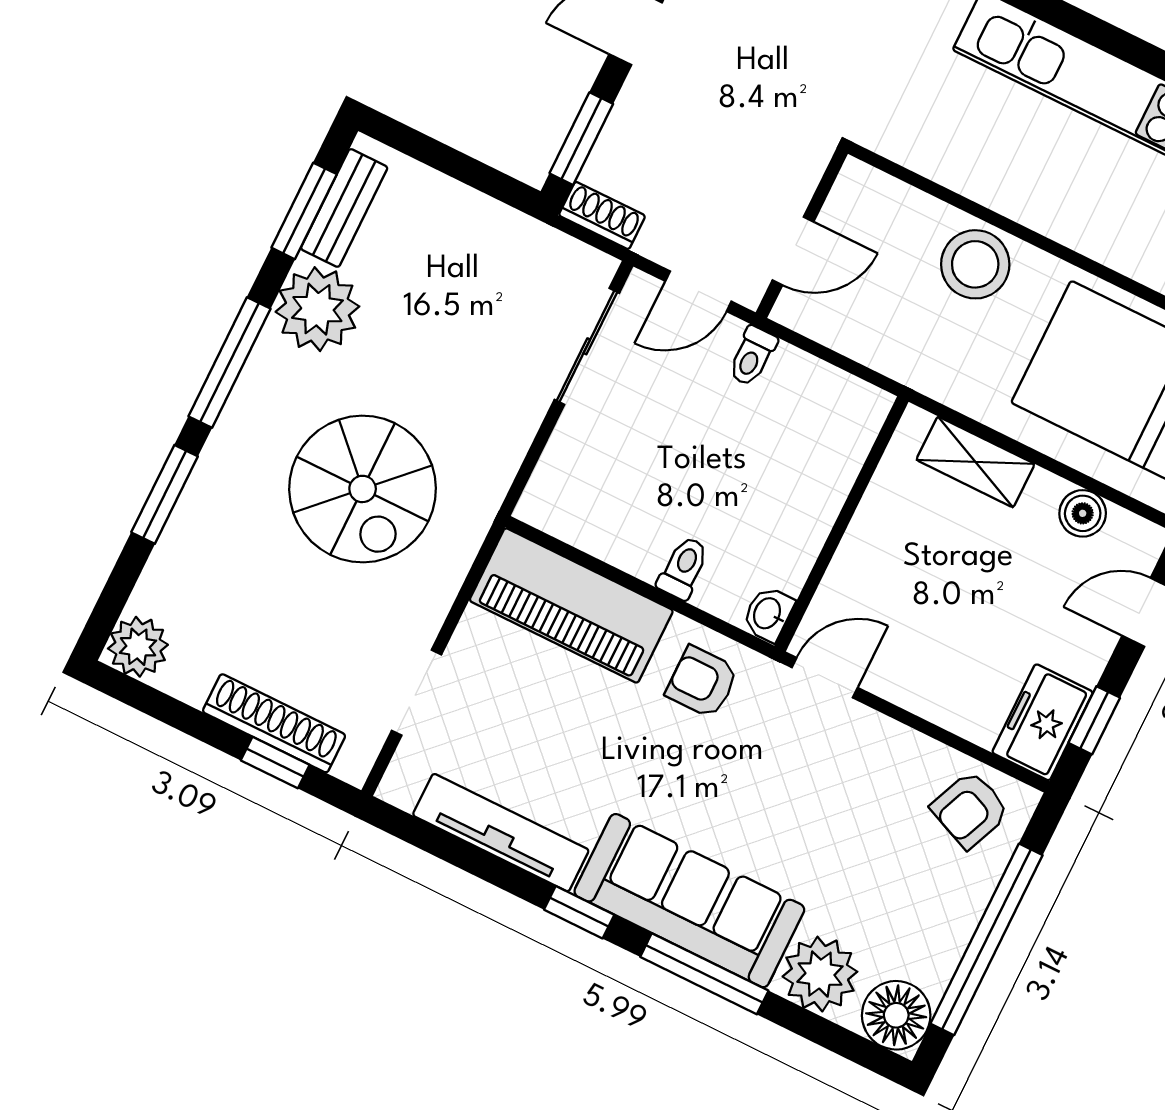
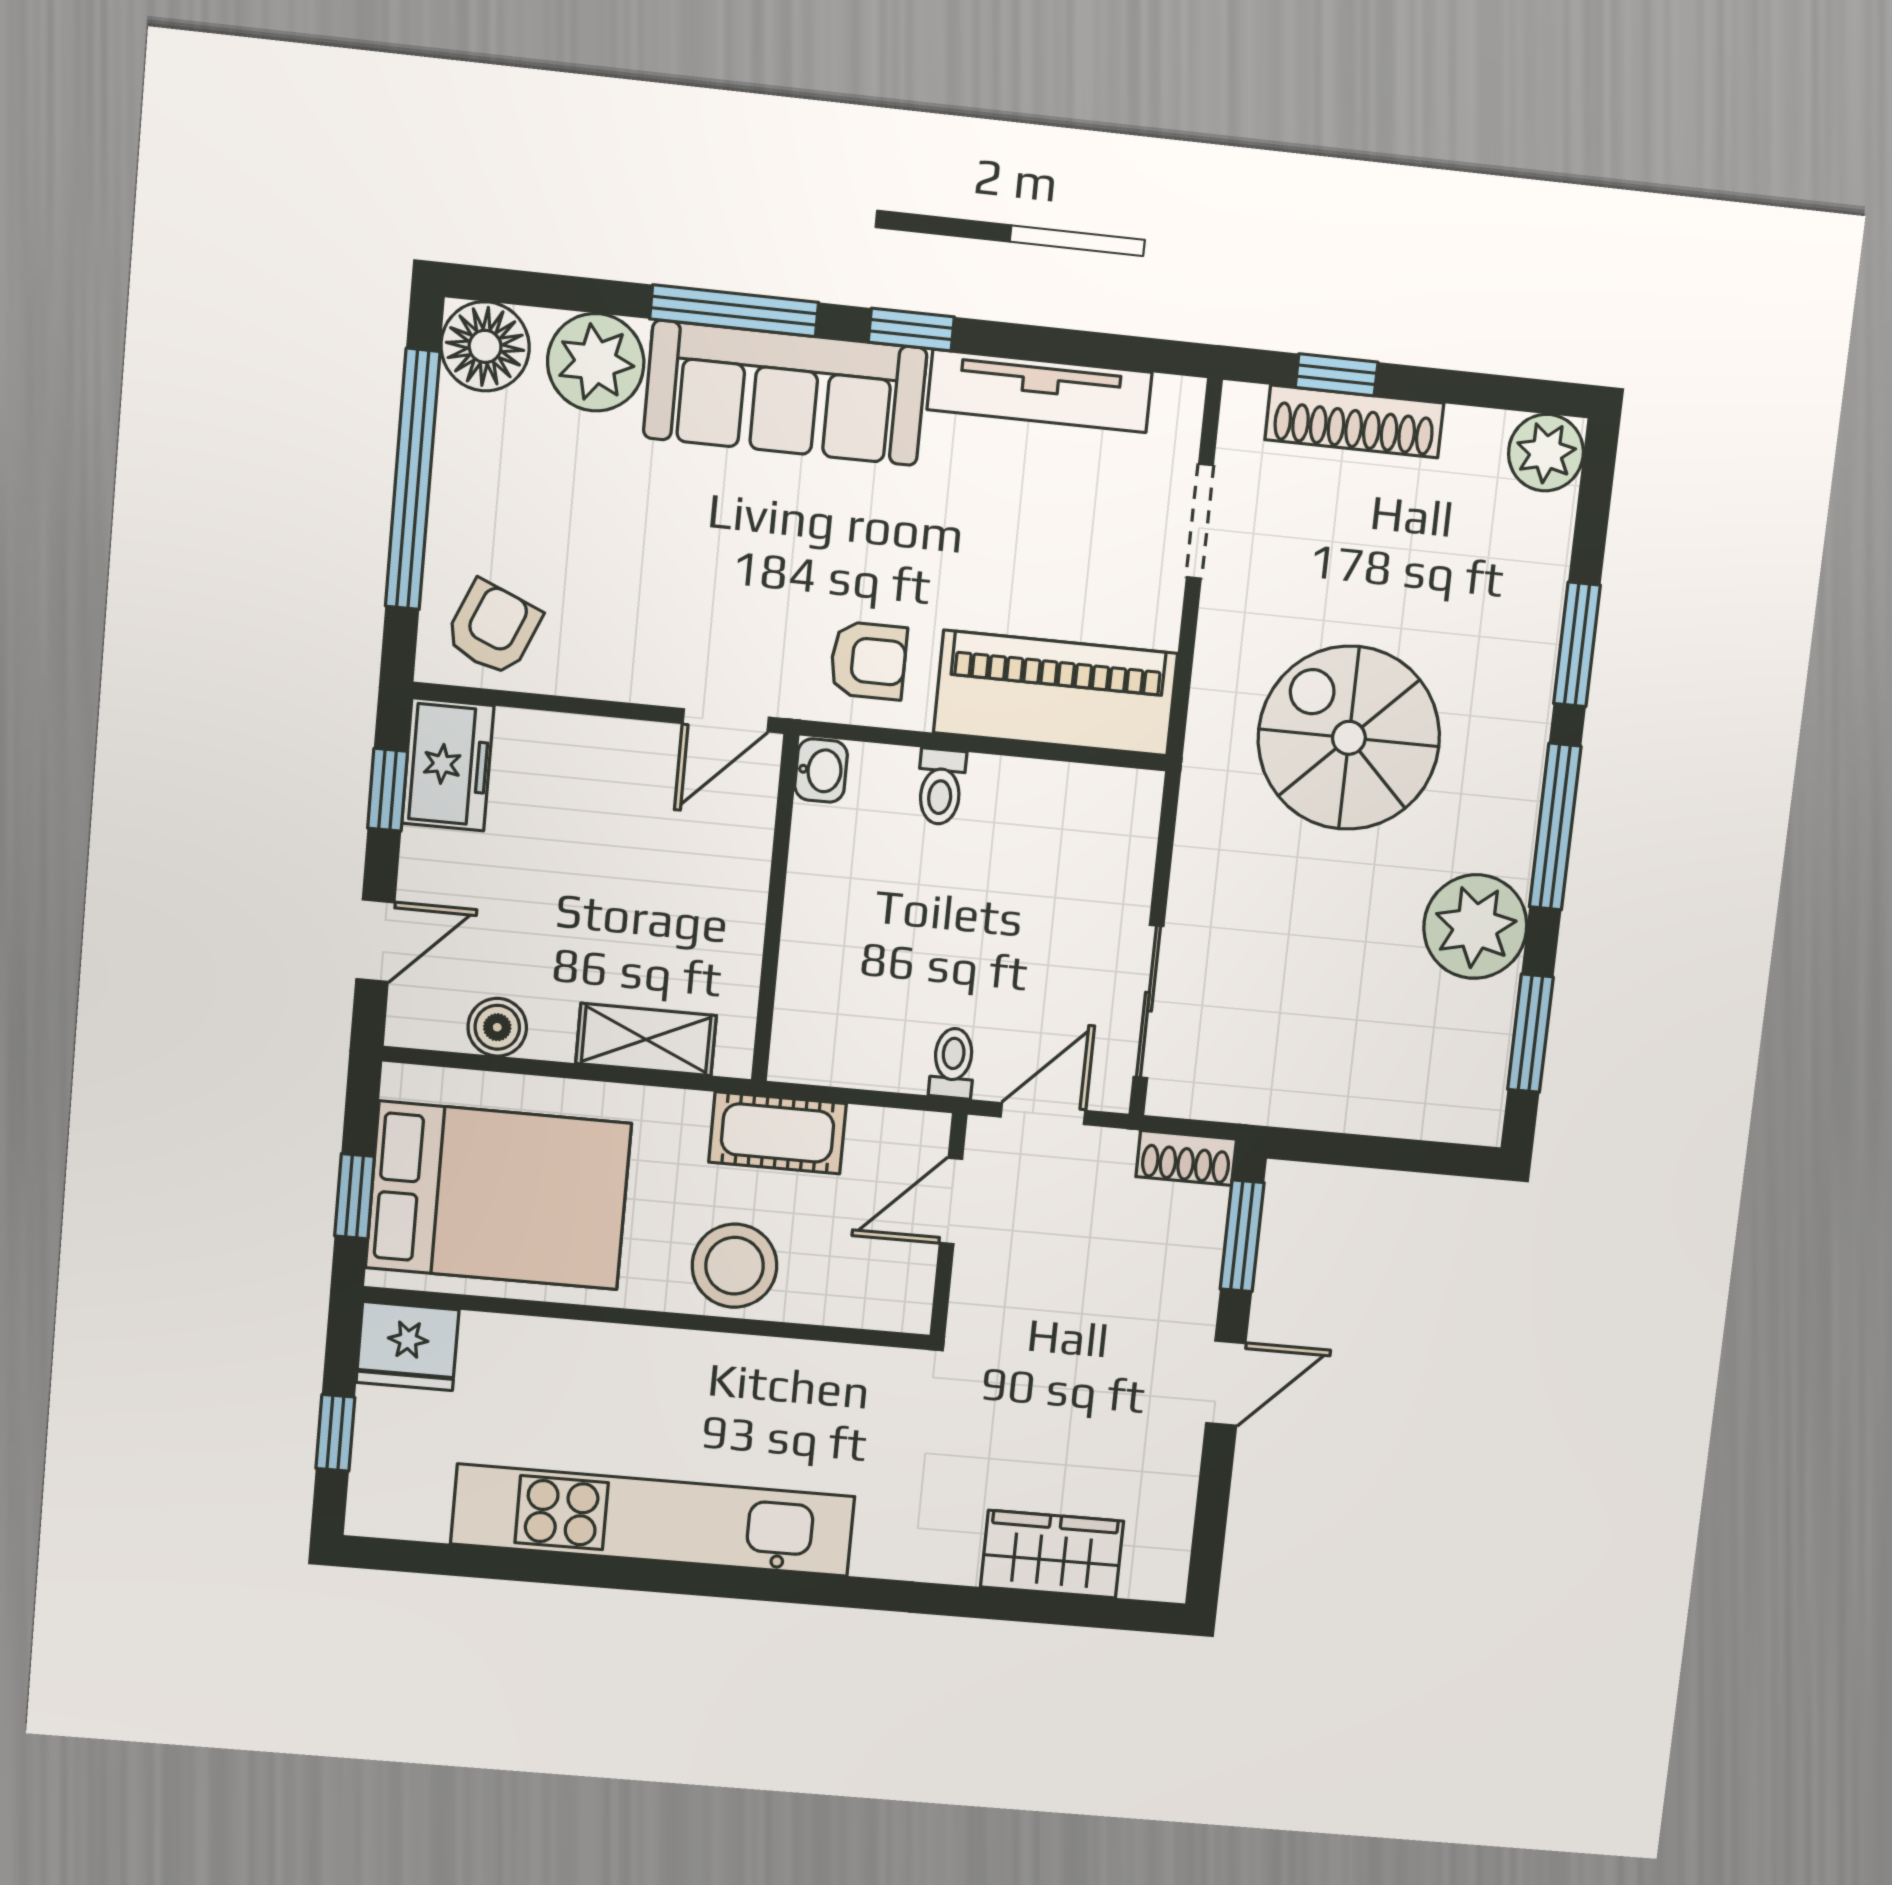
bench: (344, 208) -> (1486, 1054), removed
cot: (904, 353) -> (778, 1133), added

